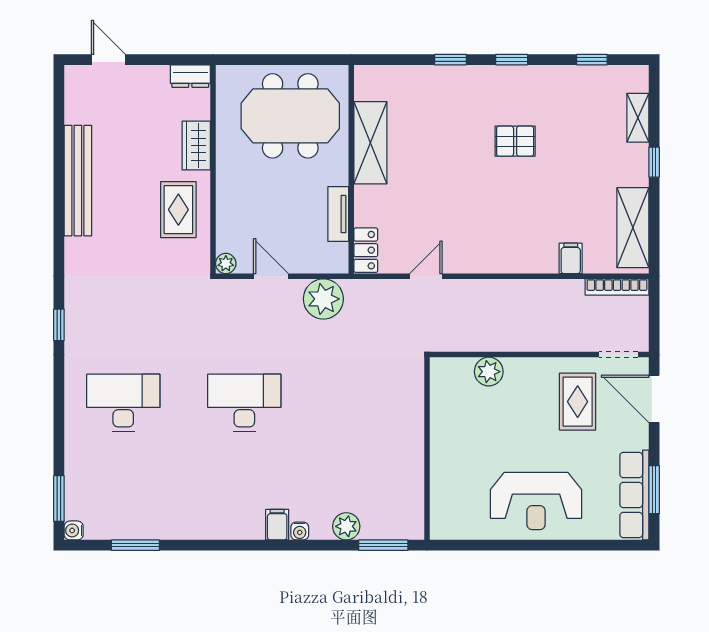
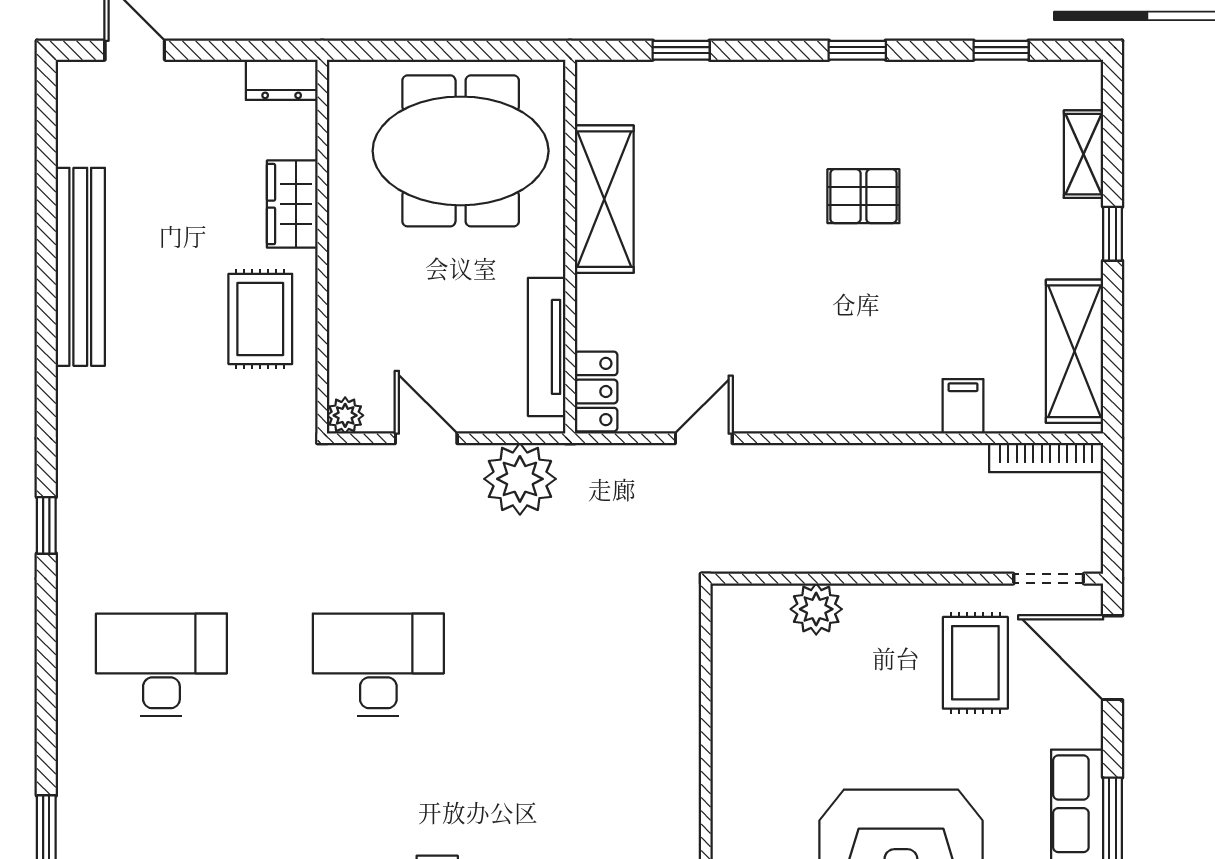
window: (450, 60) -> (681, 50), moved
tv unit: (338, 214) -> (547, 347), width x1.41

